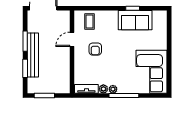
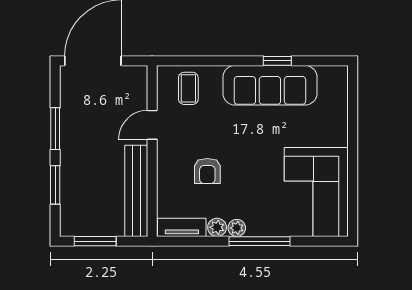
sofa: (135, 20) -> (270, 85), width x1.36
armchair: (95, 49) -> (207, 171), moved
bench: (33, 55) -> (136, 191), moved

